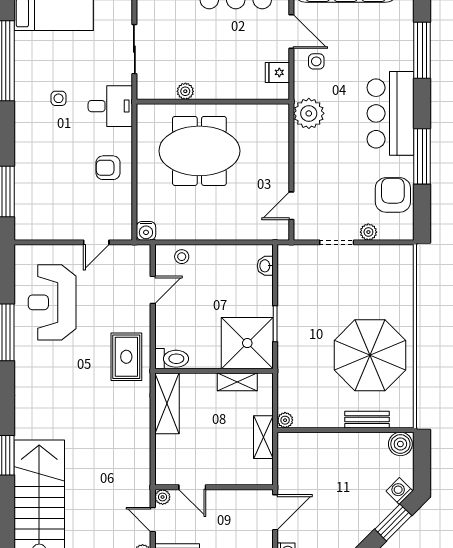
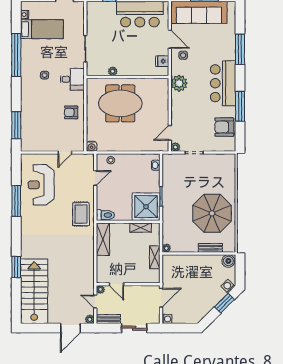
armchair: (393, 195) -> (224, 127), turned -90
plant: (368, 232) -> (175, 147), moved

